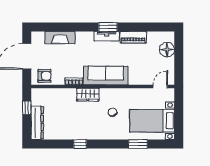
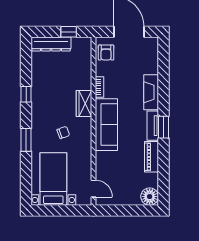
fireplace: (60, 38) -> (151, 92), moved
floor lamp: (167, 50) -> (150, 197), moved
window: (138, 144) -> (26, 140), moved

